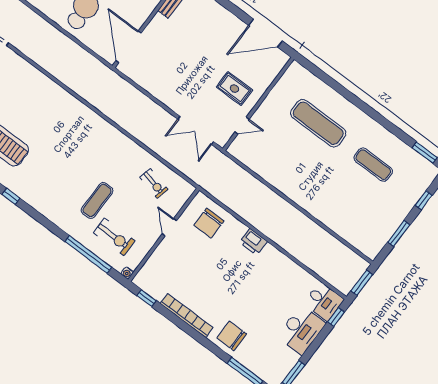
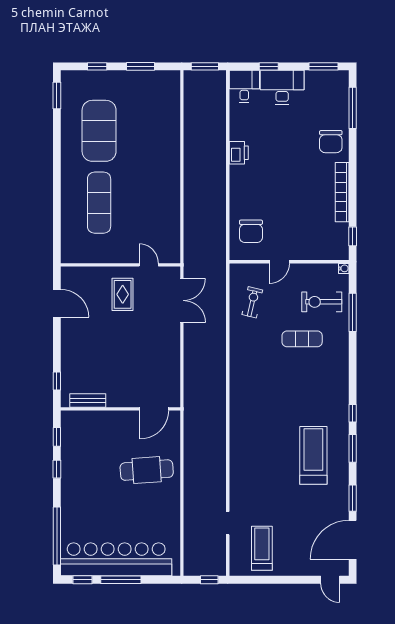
door: (265, 33) -> (57, 303), width x0.73
door: (129, 47) -> (154, 409), width x0.73
exercise mat: (373, 165) -> (99, 131), width x2.00, depth x1.45
chair: (209, 223) -> (251, 231), turned 90
exercise bike: (114, 237) -> (322, 302), turned -90
printer: (253, 242) -> (239, 153), moved
window: (88, 254) -> (353, 312), width x0.68
window: (336, 317) -> (269, 66), moved

